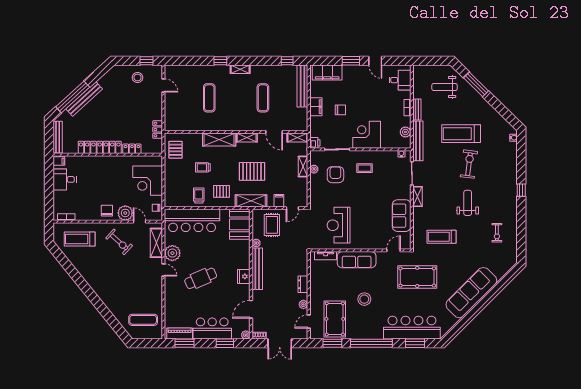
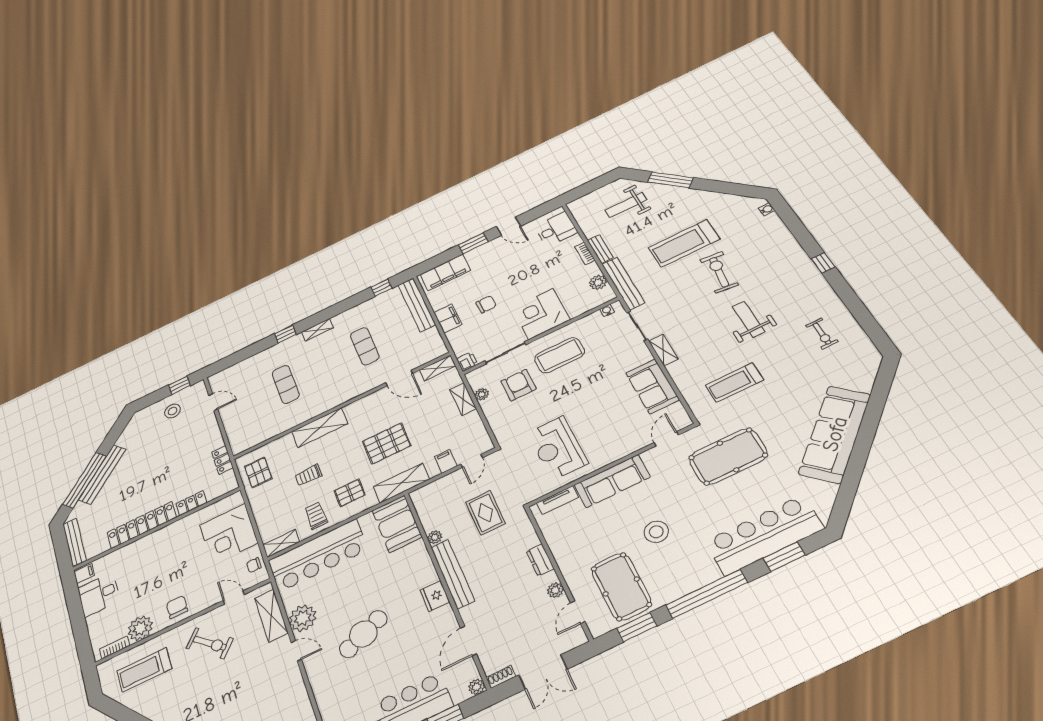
shelving: (247, 138) -> (281, 543), moved
coffee table: (364, 168) -> (559, 355), width x1.86, depth x1.72
plant: (125, 213) -> (140, 628), moved
rug: (272, 225) -> (485, 513), moved

